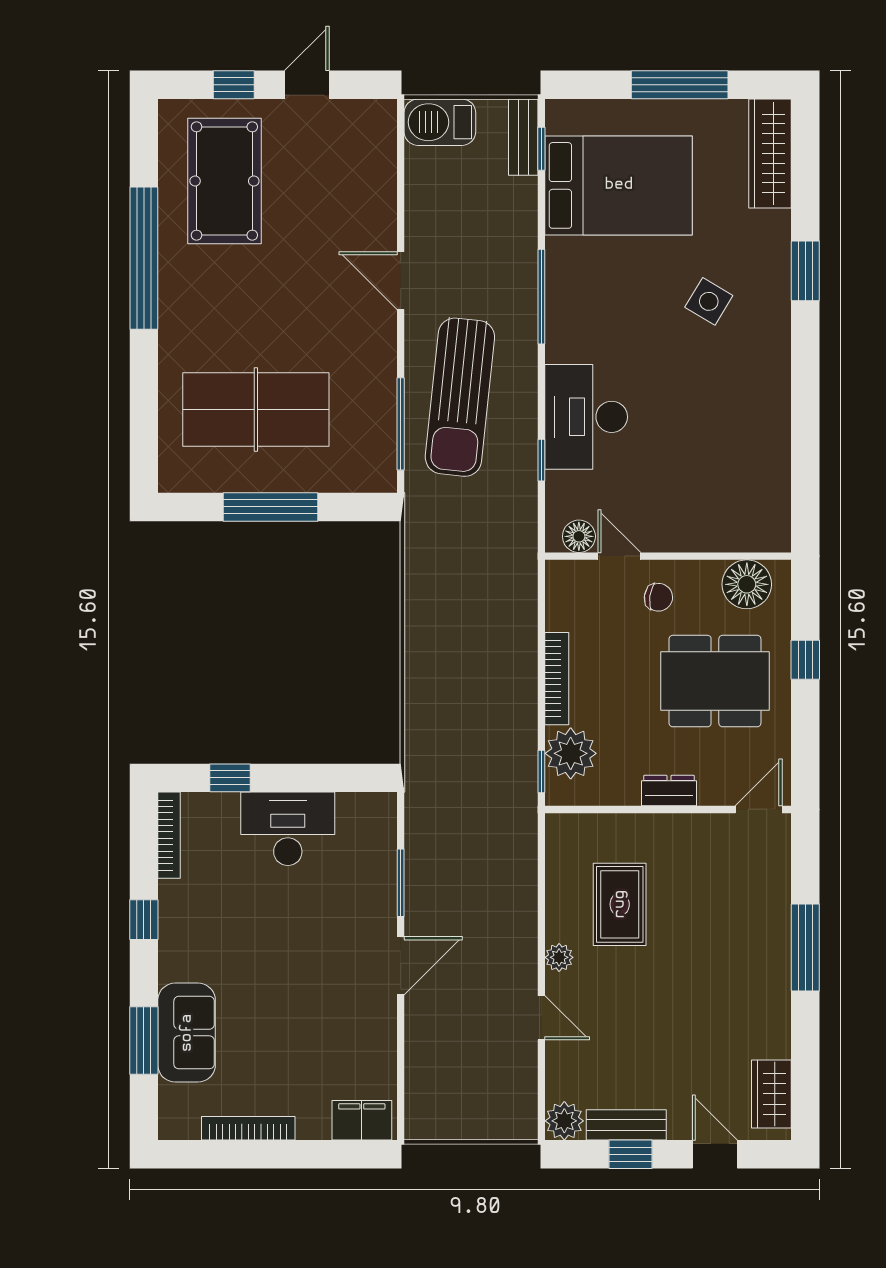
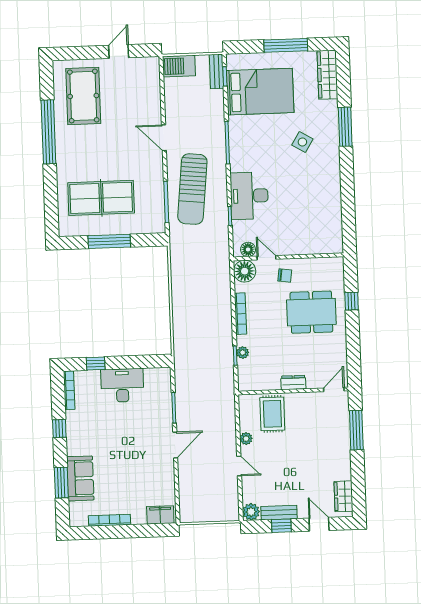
window: (234, 85) -> (86, 53), removed
window: (805, 271) -> (345, 127), width x1.44
floor lamp: (747, 584) -> (245, 271), moved
plant: (571, 753) -> (243, 353), width x0.53, depth x0.53
dresser: (669, 791) -> (293, 383), moved
wall: (668, 809) -> (293, 391), moved
door: (759, 809) -> (334, 390), moved

